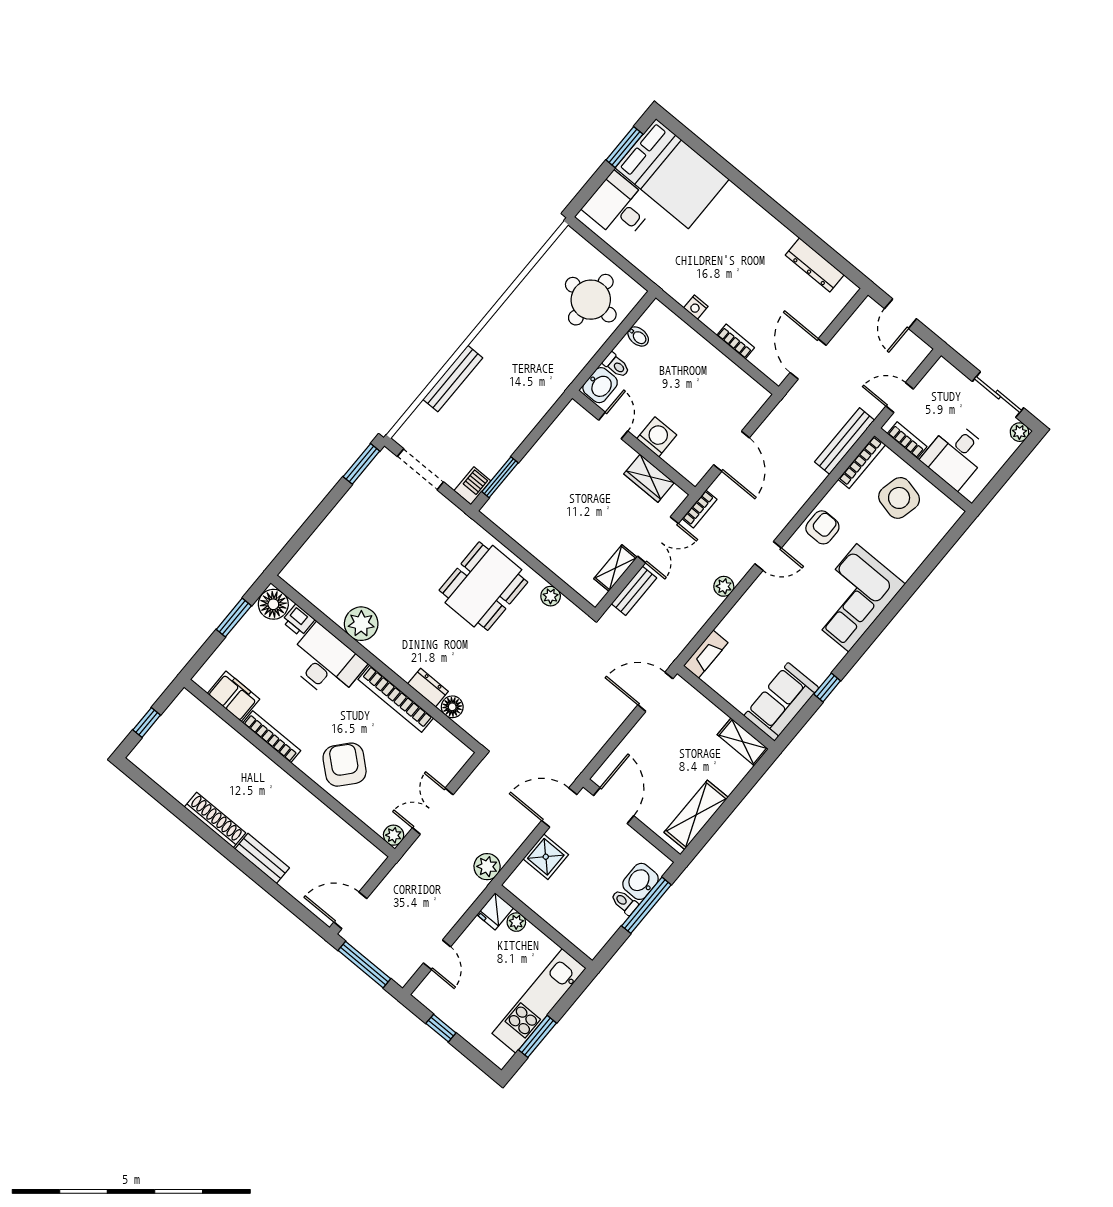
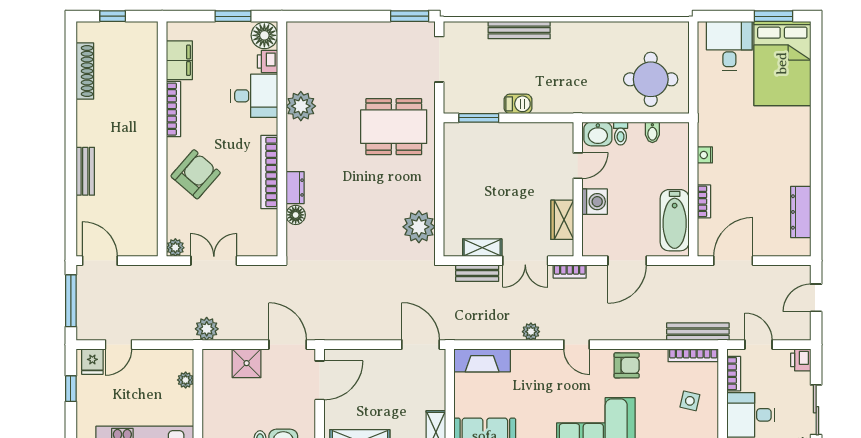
printer: (943, 372) -> (801, 360), added
bathtub: (731, 381) -> (675, 220), added
barbecue: (472, 486) -> (518, 104), moved
side table: (899, 498) -> (690, 401), width x0.54, depth x0.54
dining table: (483, 586) -> (394, 127), moved
plant: (551, 596) -> (419, 227), width x1.87, depth x1.87
fireplace: (706, 654) -> (482, 360), width x1.37, depth x1.32
desk: (326, 663) -> (254, 96), width x0.73
shoe rack: (215, 820) -> (85, 71), moved
fridge: (495, 911) -> (92, 362), moved, turned -90

